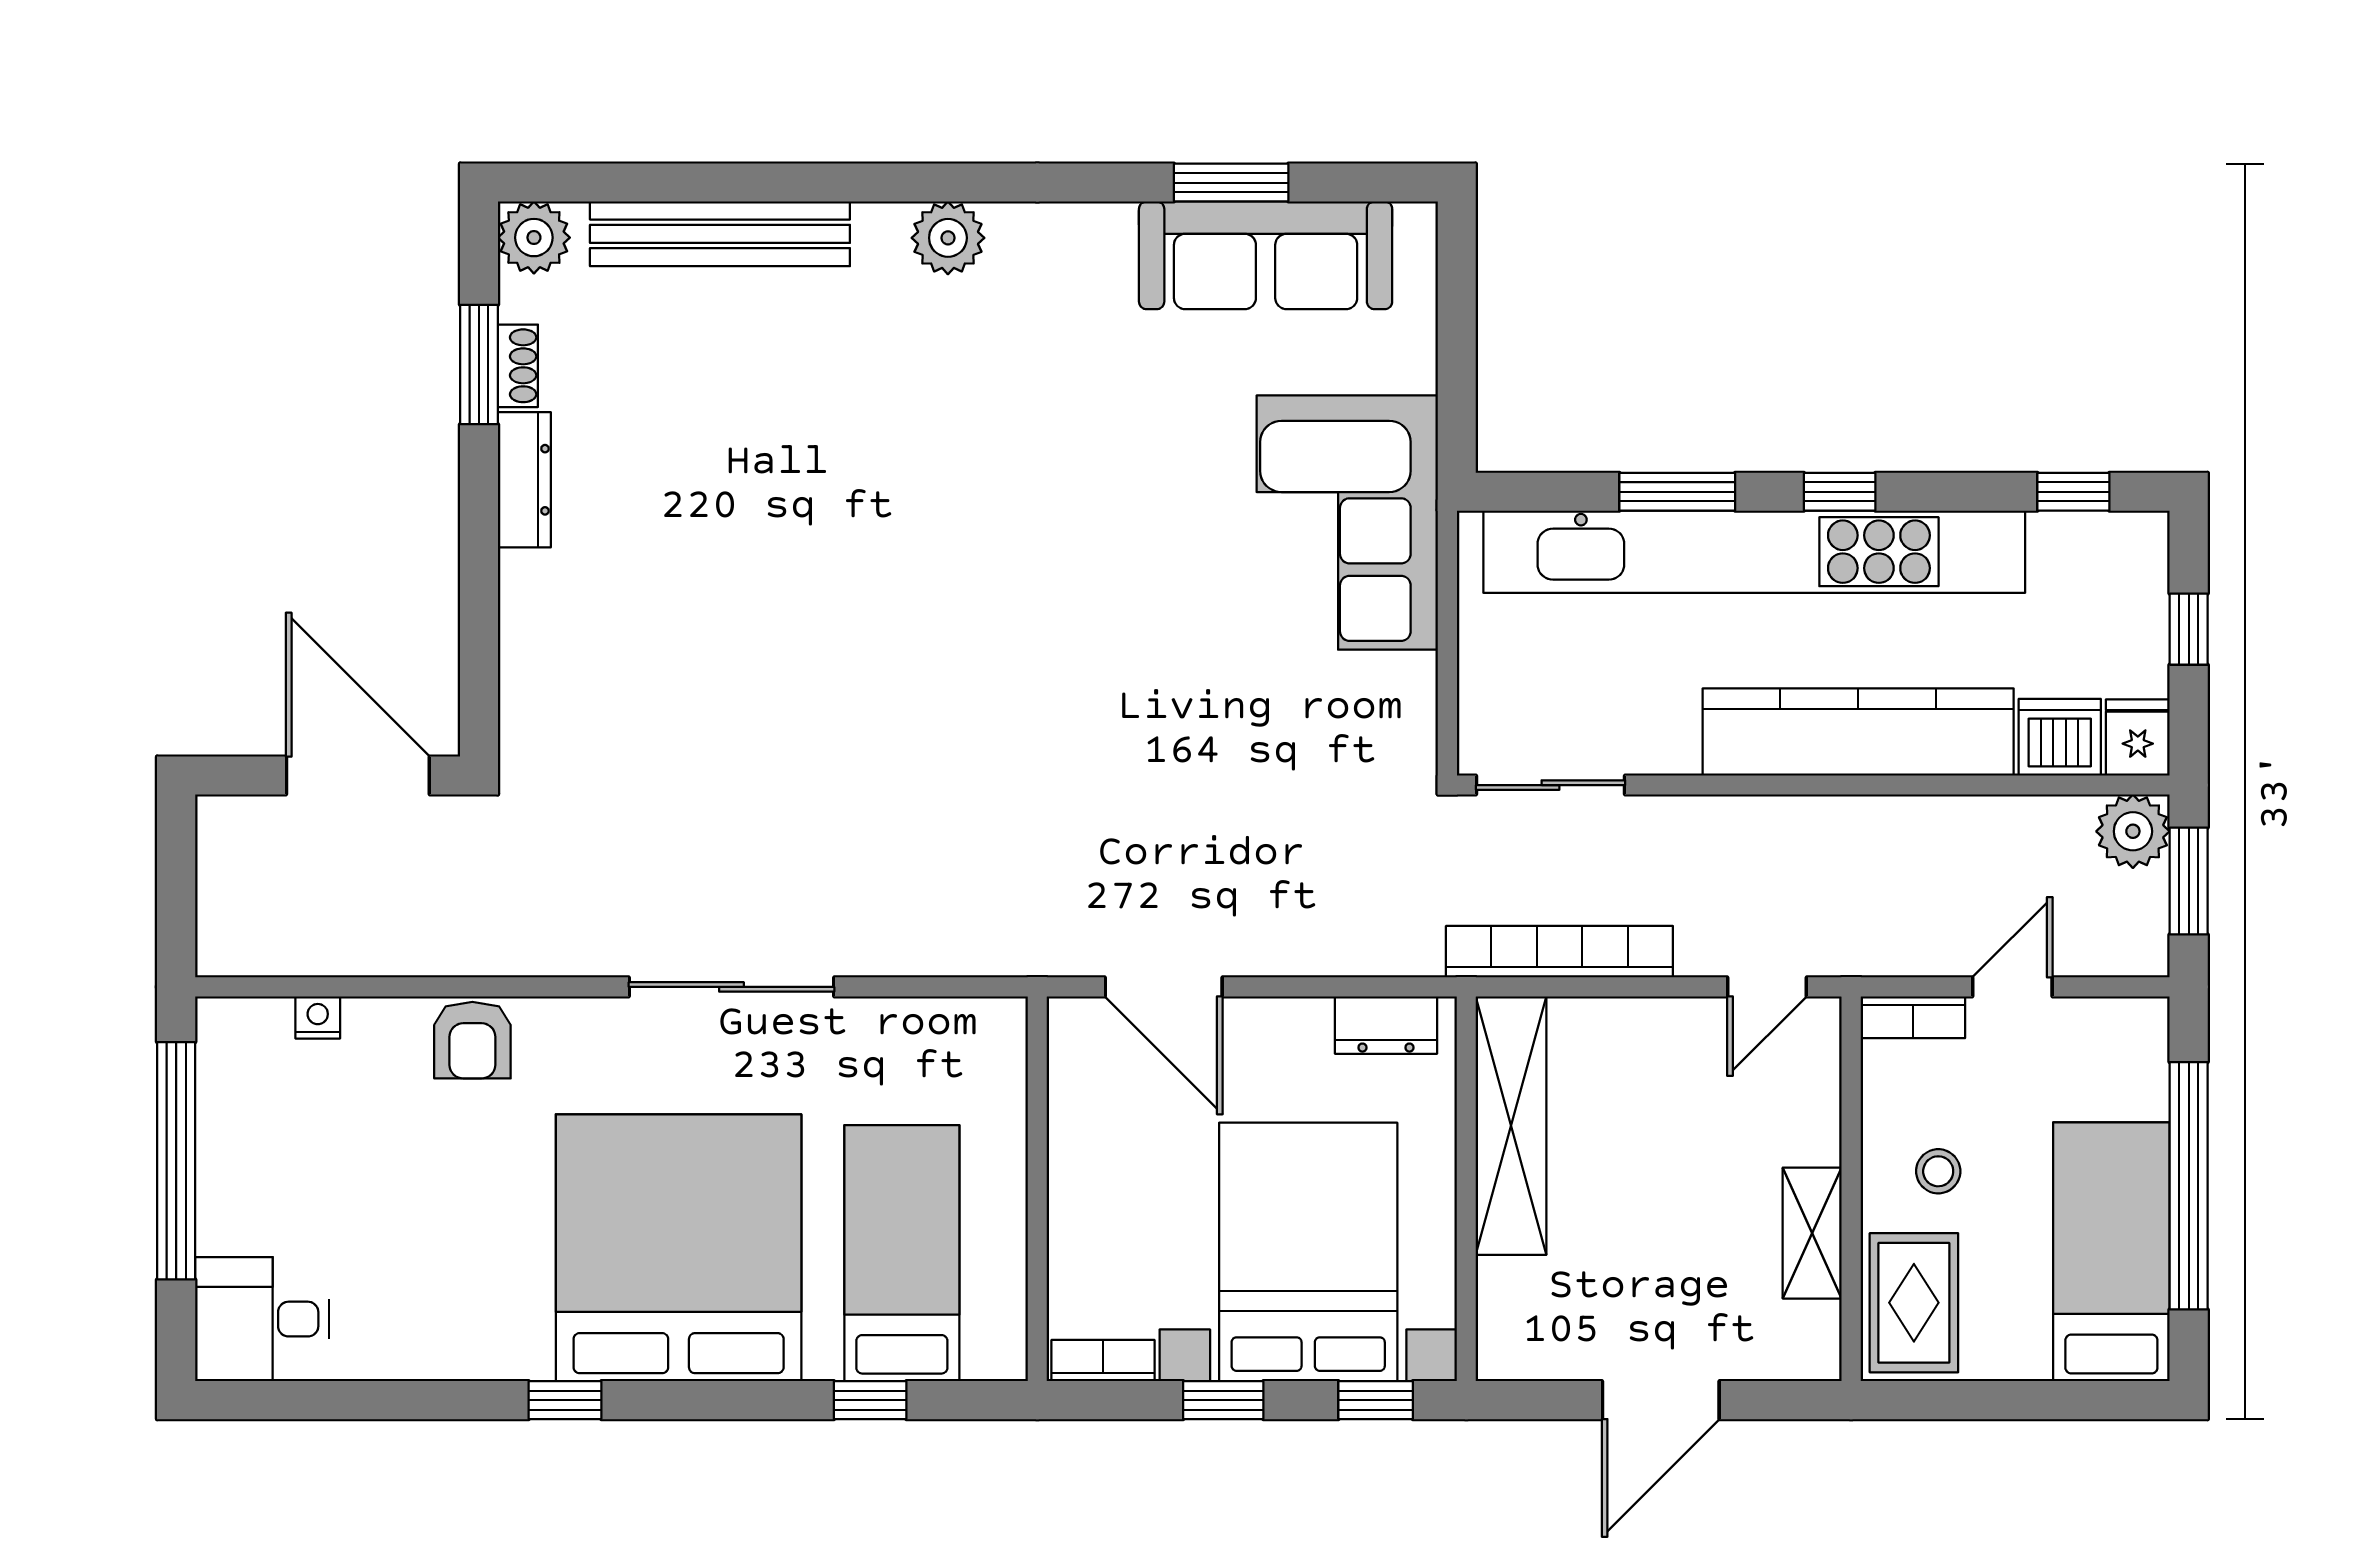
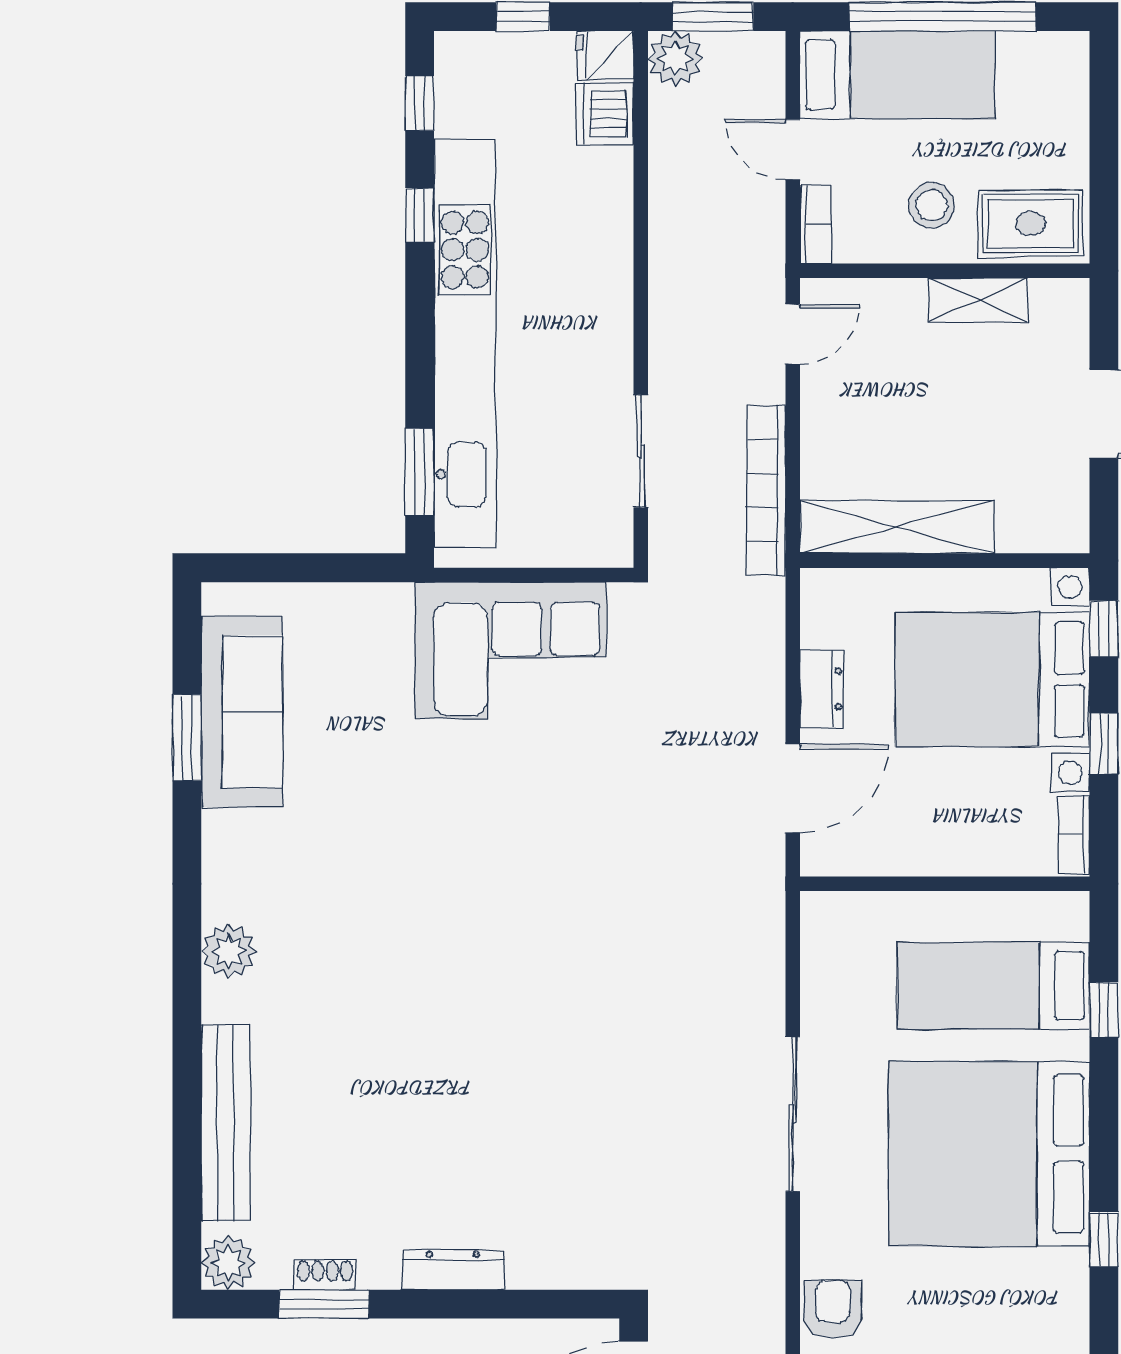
dresser: (524, 480) -> (453, 1270), moved
window: (1677, 492) -> (420, 472), moved
window: (1840, 492) -> (420, 215), moved
corner sofa: (1347, 523) -> (510, 650), moved
kitchen counter: (1858, 732) -> (601, 266), removed
sliding door: (1551, 785) -> (641, 451), moved
door: (1767, 987) -> (793, 334), hinge flipped
dresser: (1386, 1025) -> (821, 689), moved
armchair: (472, 1040) -> (833, 1309), turned -90
stool: (1938, 1171) -> (932, 205), width x1.37, depth x1.37
bed: (2111, 1252) -> (897, 75), moved, turned 180

